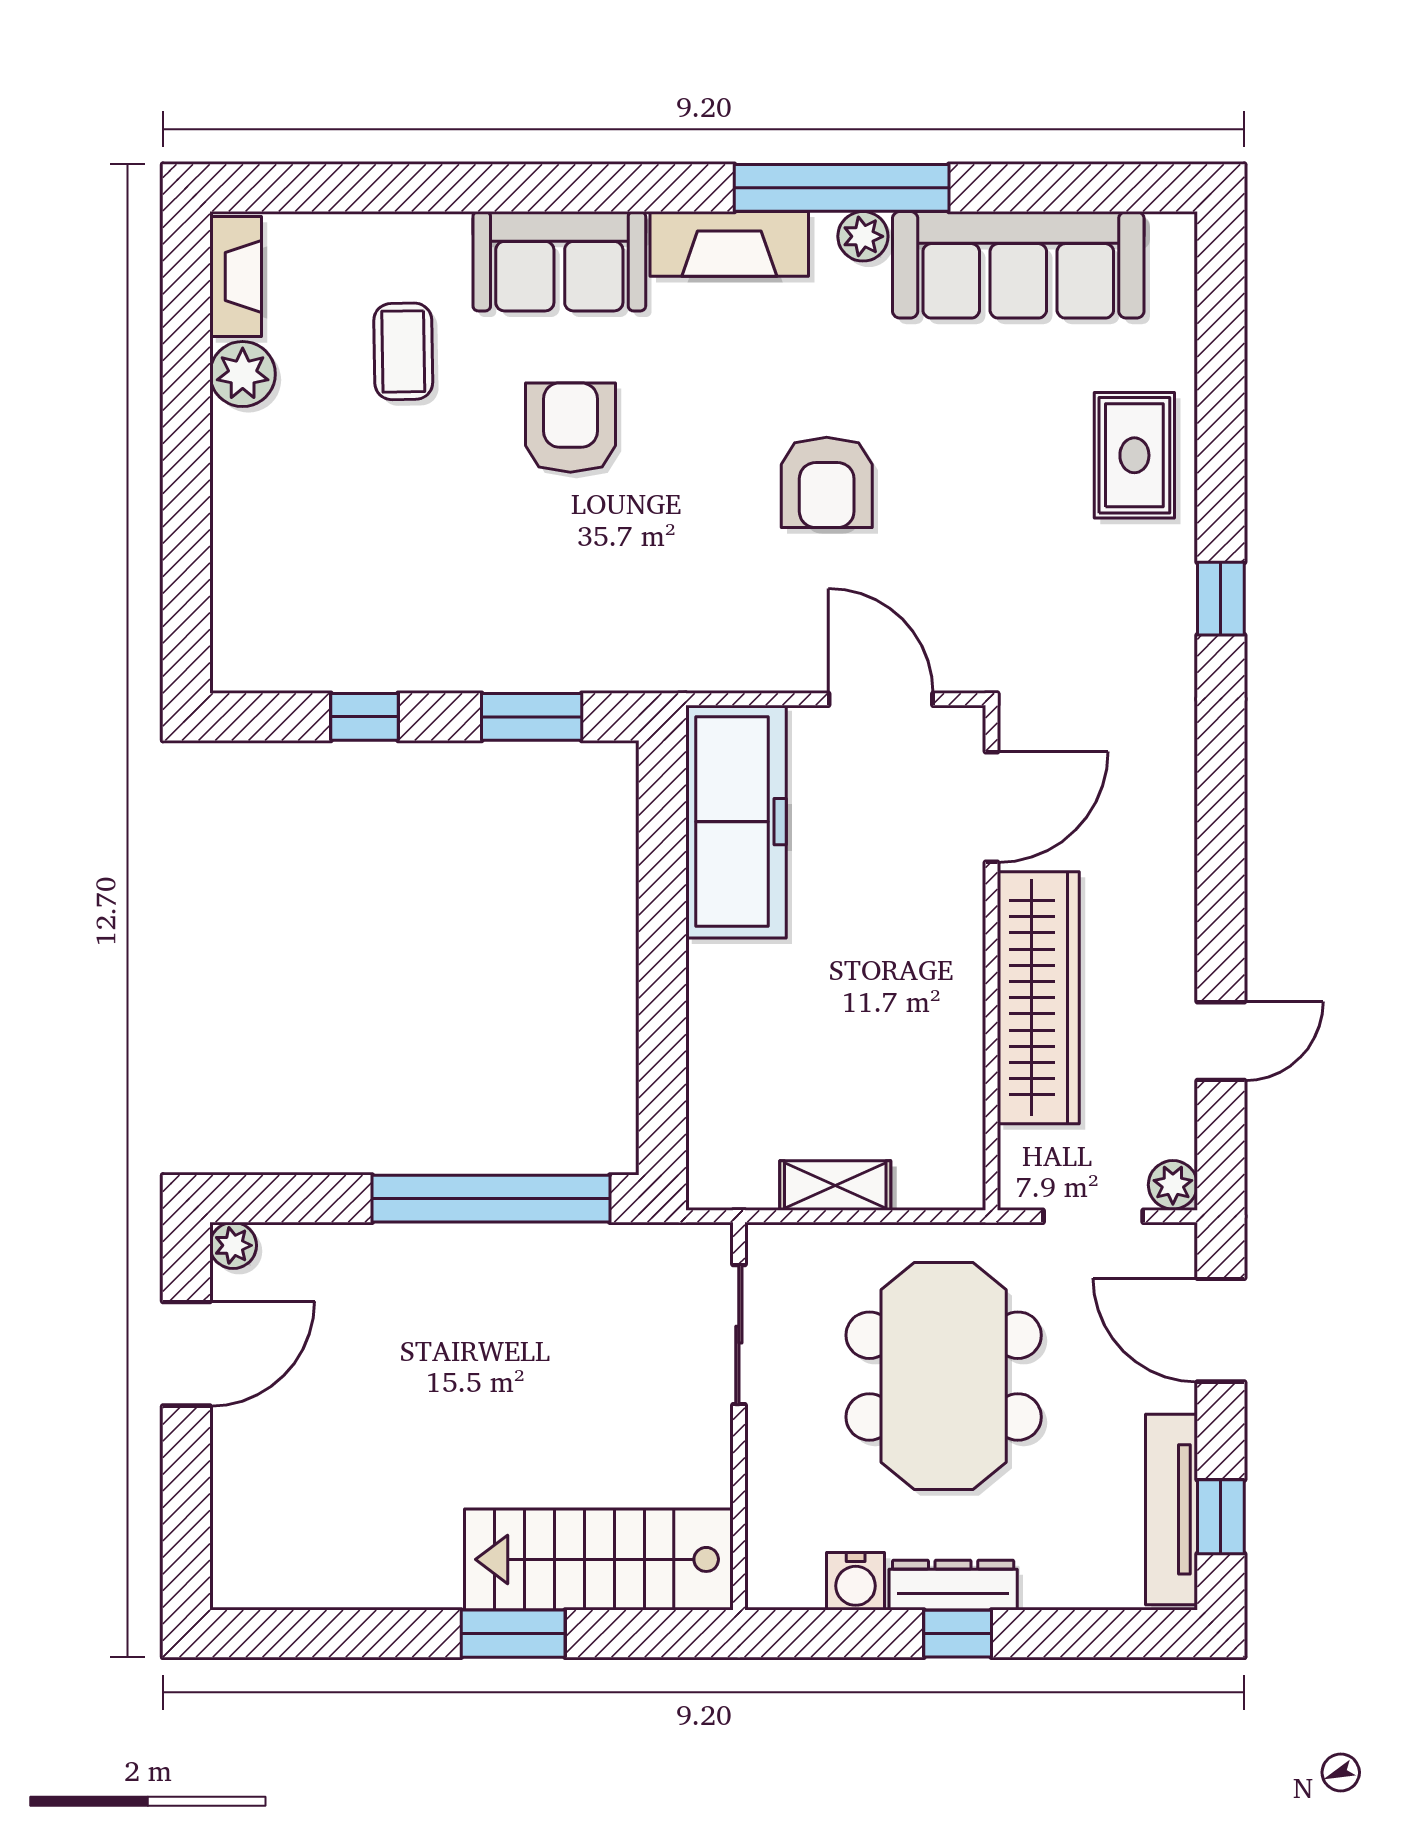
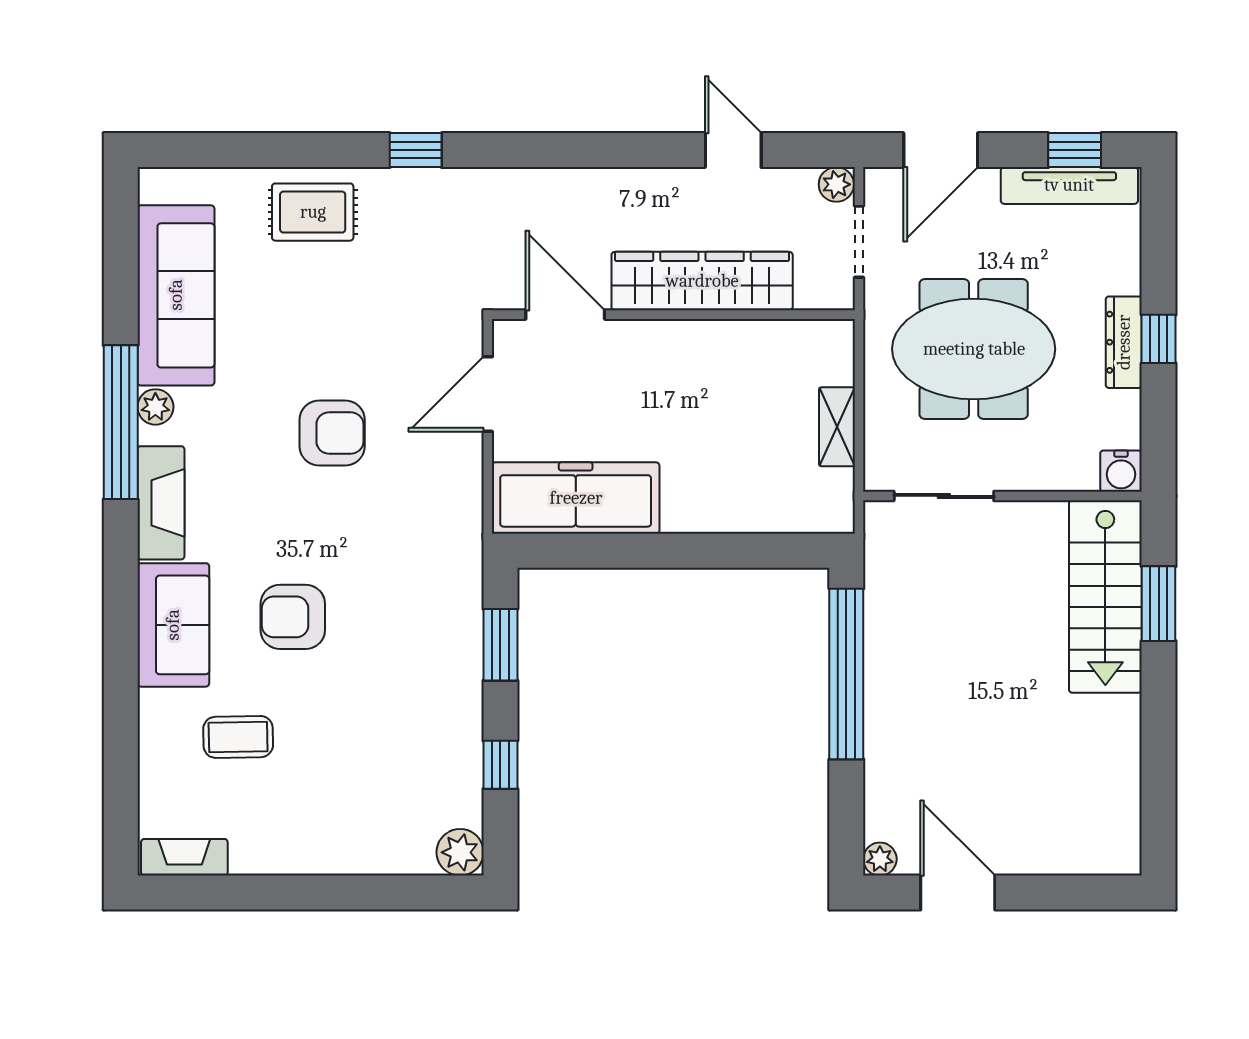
plant: (243, 374) -> (460, 852), moved
water cooler: (856, 1581) -> (1121, 471), moved, turned 90
window: (513, 1634) -> (1159, 604), moved

